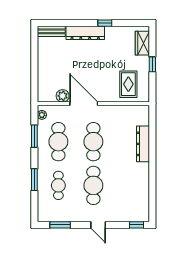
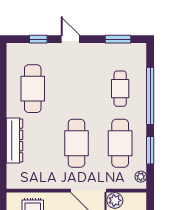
window: (34, 180) -> (150, 96), width x2.11
cafe table: (93, 185) -> (33, 89), moved
window: (137, 225) -> (38, 39), moved

